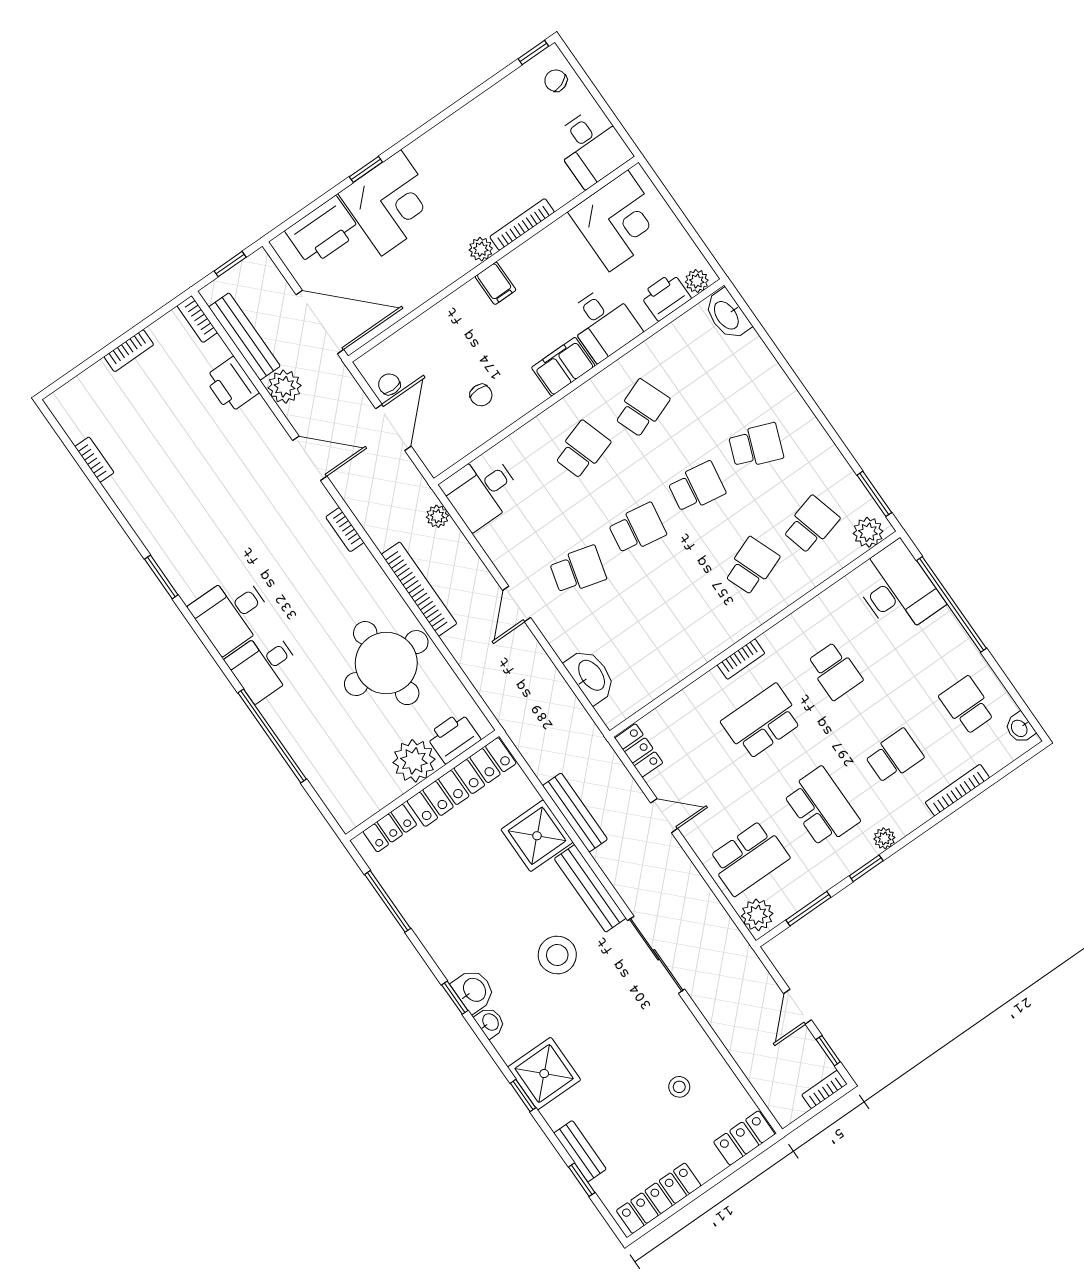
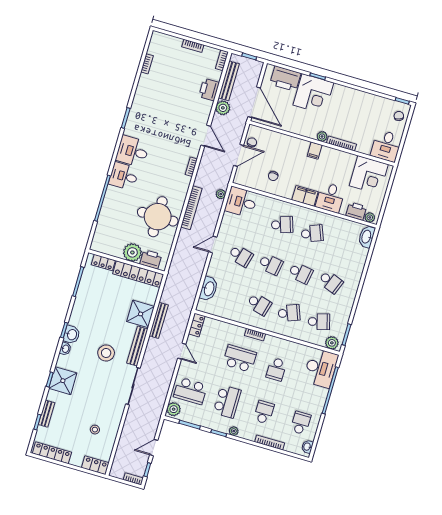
school desk: (692, 607) -> (259, 304), added
school desk: (894, 756) -> (264, 412), turned -90

